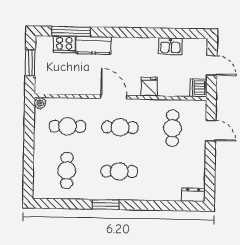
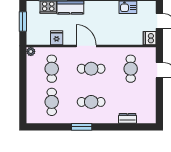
fridge: (149, 87) -> (57, 38), moved
cafe table: (67, 126) -> (52, 69), turned 90
dresser: (193, 195) -> (128, 118), moved

